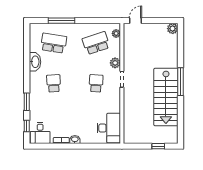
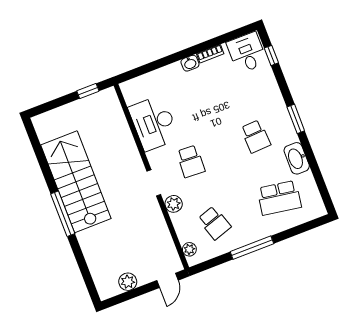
window: (62, 21) -> (252, 248), moved
plant: (173, 29) -> (128, 282), moved
school desk: (96, 43) -> (214, 223), width x0.54
window: (27, 102) -> (296, 119), moved
desk: (109, 128) -> (154, 123), moved
window: (158, 146) -> (88, 91), moved

